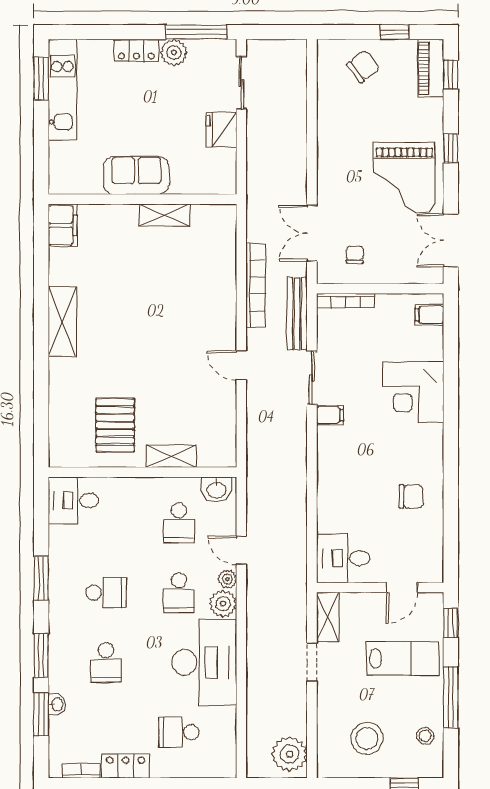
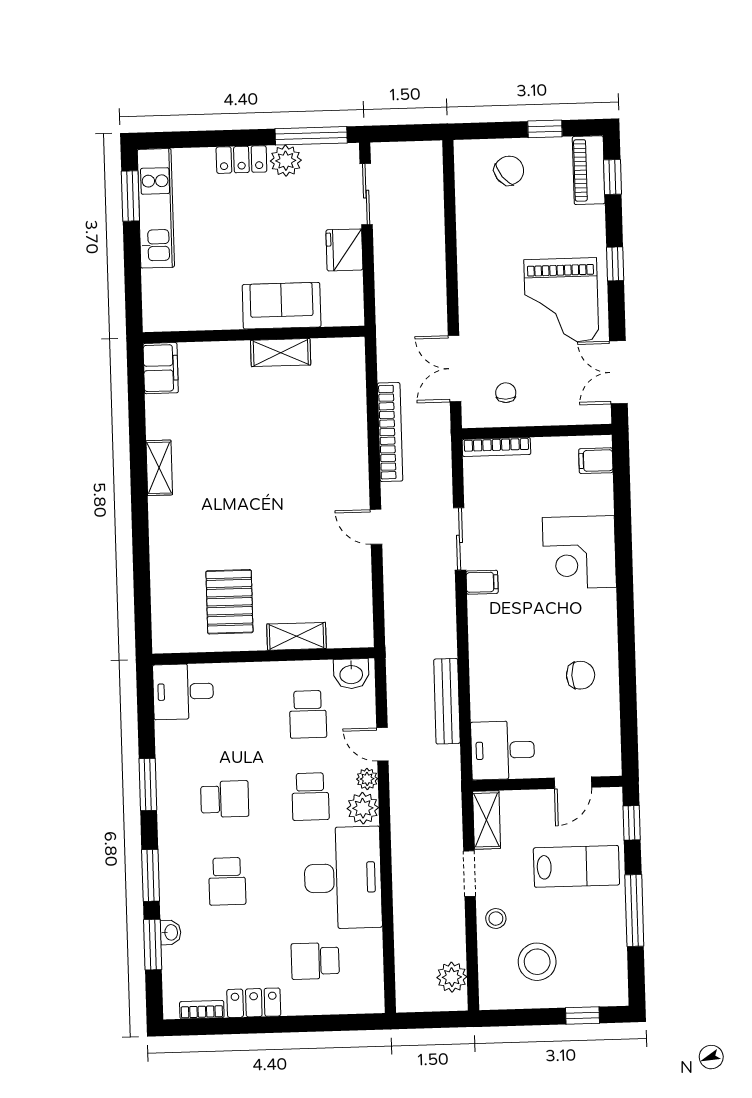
sofa: (136, 175) -> (282, 306), moved
bench: (297, 314) -> (447, 701), moved
shelving: (62, 322) -> (159, 468), width x0.67, depth x0.75
stool: (425, 736) -> (496, 919), moved
plant: (290, 754) -> (452, 977), width x0.73, depth x0.73

